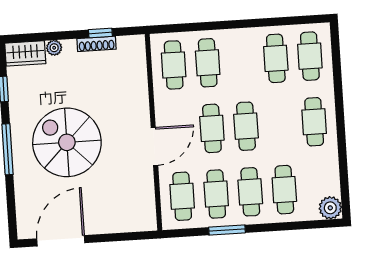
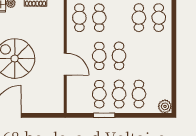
cafe table: (314, 122) -> (159, 56), removed
door: (154, 147) -> (65, 64), hinge flipped
cafe table: (182, 196) -> (79, 94), removed

